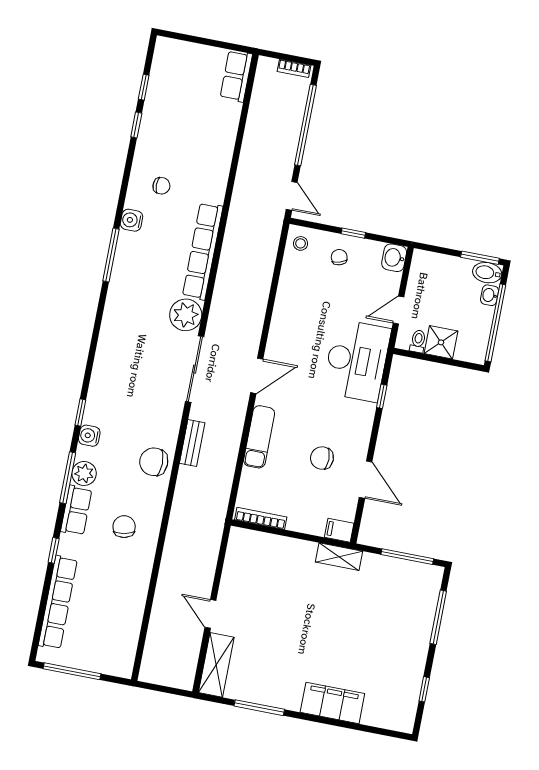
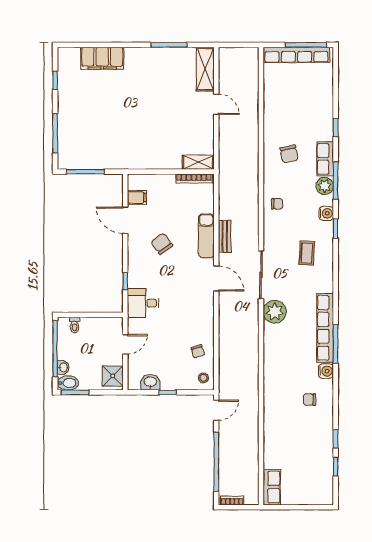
door: (292, 196) -> (216, 410), swing flipped
row of seats: (203, 251) -> (325, 328), moved, turned 180
chair: (339, 257) -> (198, 351), moved
washbasin: (394, 258) -> (150, 382), moved, turned -90
toilet: (418, 341) -> (74, 325), moved
shower: (441, 342) -> (113, 376), moved
desk: (357, 360) -> (143, 303), width x0.53, depth x0.77
door: (257, 376) -> (216, 279), swing flipped
coffee table: (126, 387) -> (307, 253), added
bench: (192, 443) -> (225, 236), moved
chair: (322, 458) -> (162, 244), moved, turned -126
chair: (154, 462) -> (277, 204), width x0.54, depth x0.54
filing cabinet: (339, 530) -> (137, 197), moved
shelving: (339, 557) -> (198, 162), moved
row of seats: (58, 602) -> (296, 55), moved, turned -90
filing cabinet: (332, 703) -> (102, 58), moved

